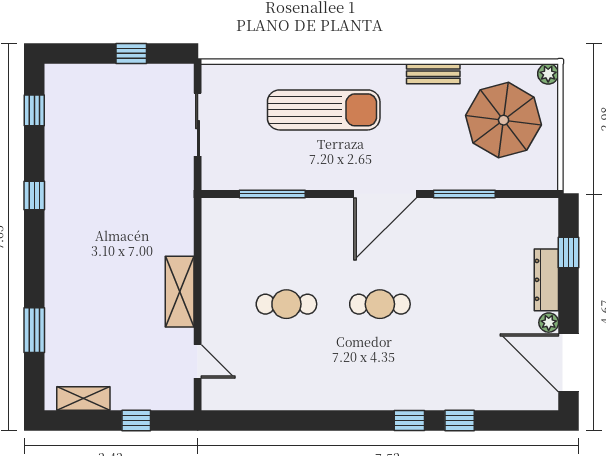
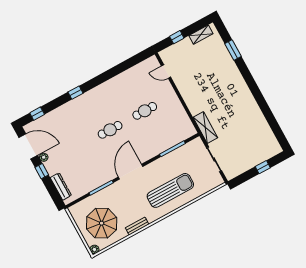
window: (131, 53) -> (263, 167), moved
window: (34, 110) -> (278, 131), removed
sun lounger: (324, 110) -> (170, 190), turned 180
window: (34, 196) -> (260, 100), removed
window: (569, 252) -> (42, 171), moved
dresser: (546, 280) -> (61, 186), moved
shelving: (180, 292) -> (205, 128), moved
window: (460, 421) -> (37, 114), moved

